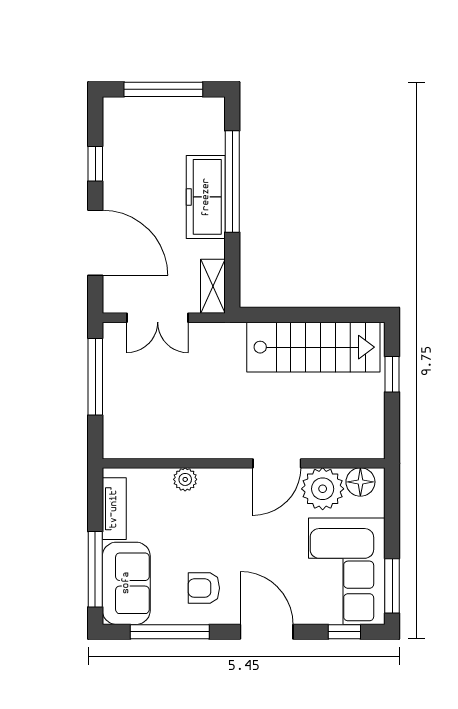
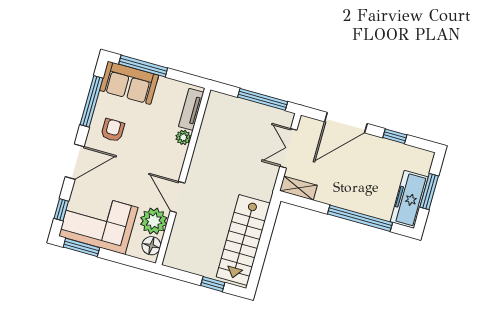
window: (163, 89) -> (429, 191), width x0.69
freezer: (206, 197) -> (409, 199), moved, turned -90
tv unit: (114, 509) -> (191, 109), moved, turned 90

